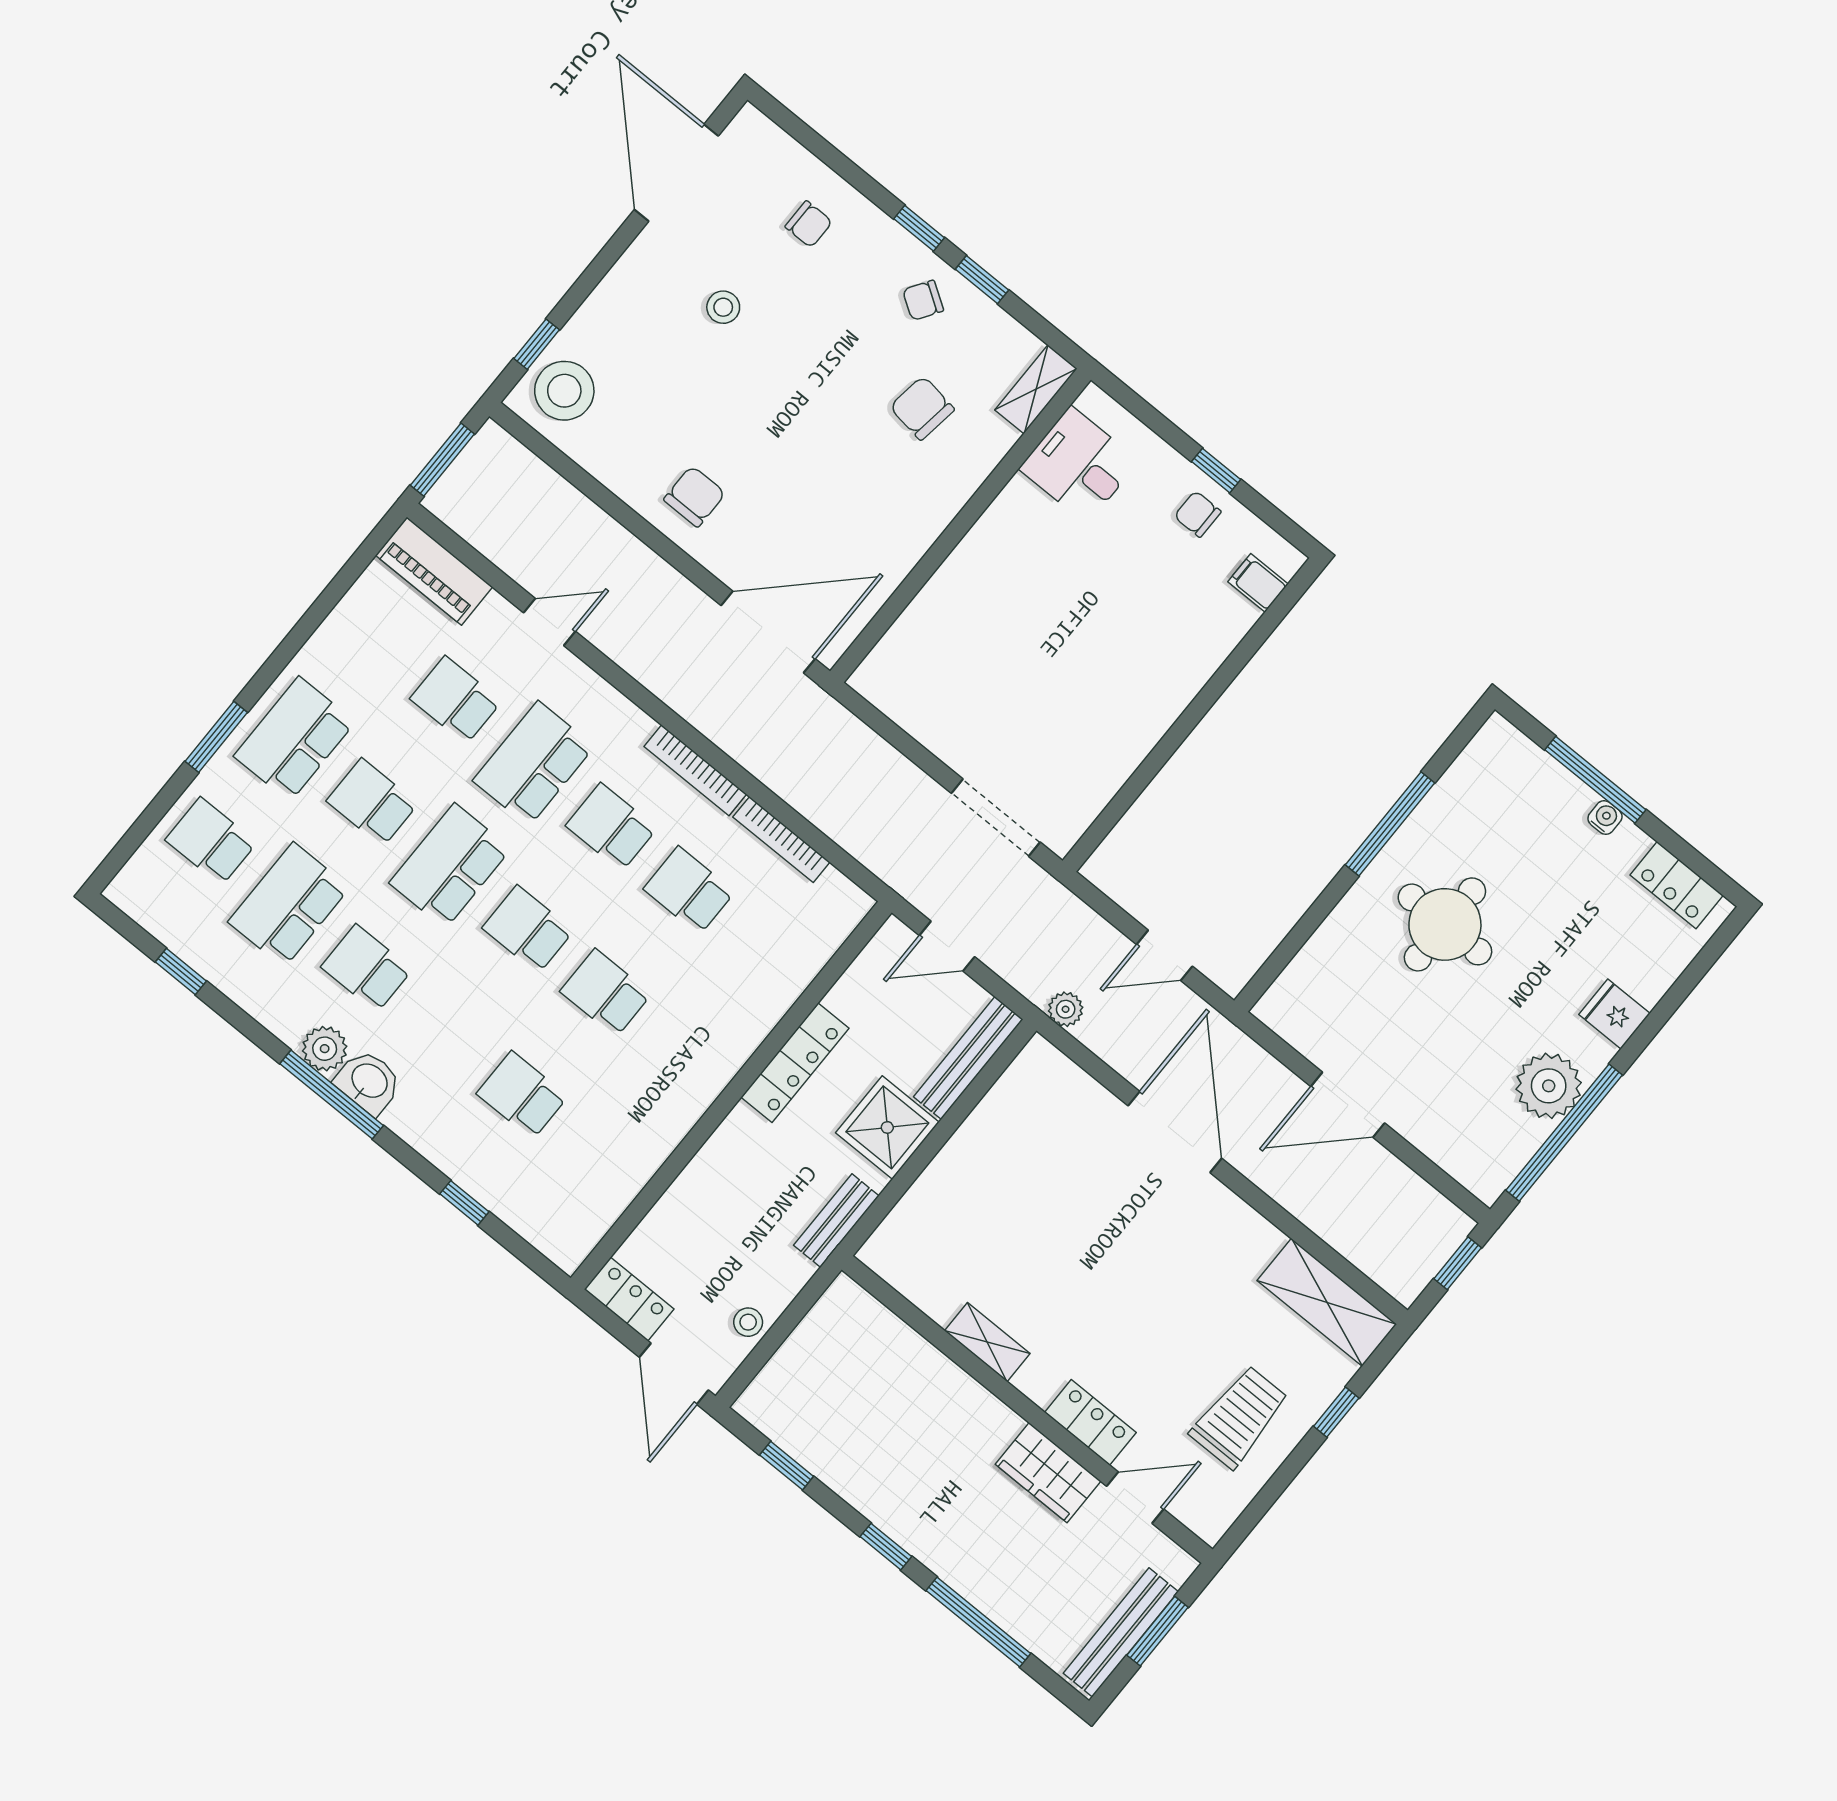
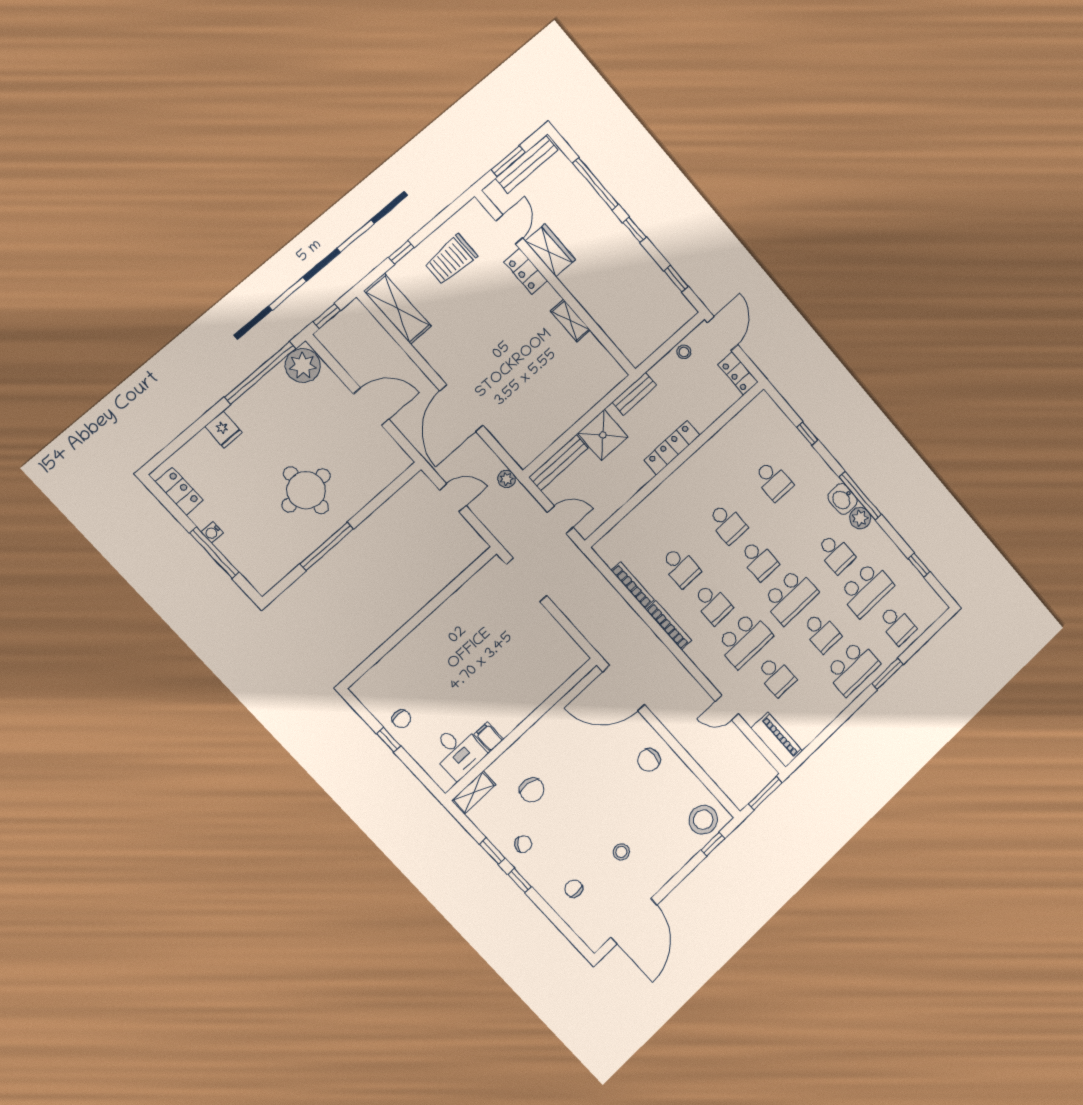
filing cabinet: (1258, 583) -> (489, 737), moved, turned 180
locker: (795, 1063) -> (672, 448), moved
plant: (1549, 1086) -> (303, 366), moved
door: (1135, 1498) -> (509, 229), swing flipped

